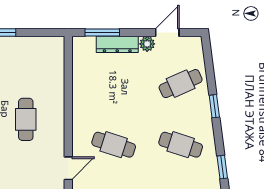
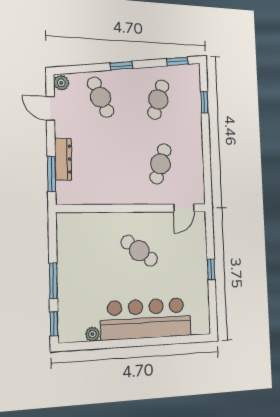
plant: (147, 44) -> (61, 83), moved
cafe table: (26, 119) -> (139, 251), turned 37
door: (68, 168) -> (184, 208), swing flipped

